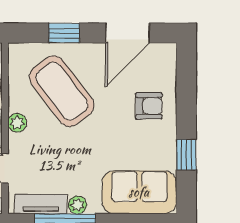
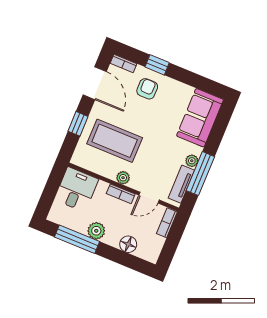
bookcase: (169, 61) -> (124, 64), added
coffee table: (62, 91) -> (115, 141), turned 37
window: (186, 155) -> (157, 65), moved

